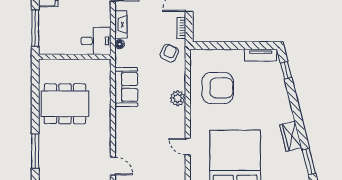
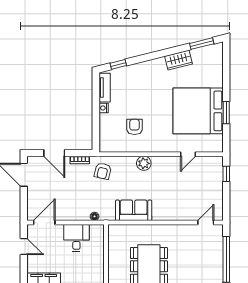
fireplace: (121, 25) -> (77, 215), removed
desk: (96, 41) -> (76, 238), moved
armchair: (169, 53) -> (103, 171), turned -103
nightstand: (238, 54) -> (104, 108), added
armchair: (218, 88) -> (135, 127), width x0.53, depth x0.53

